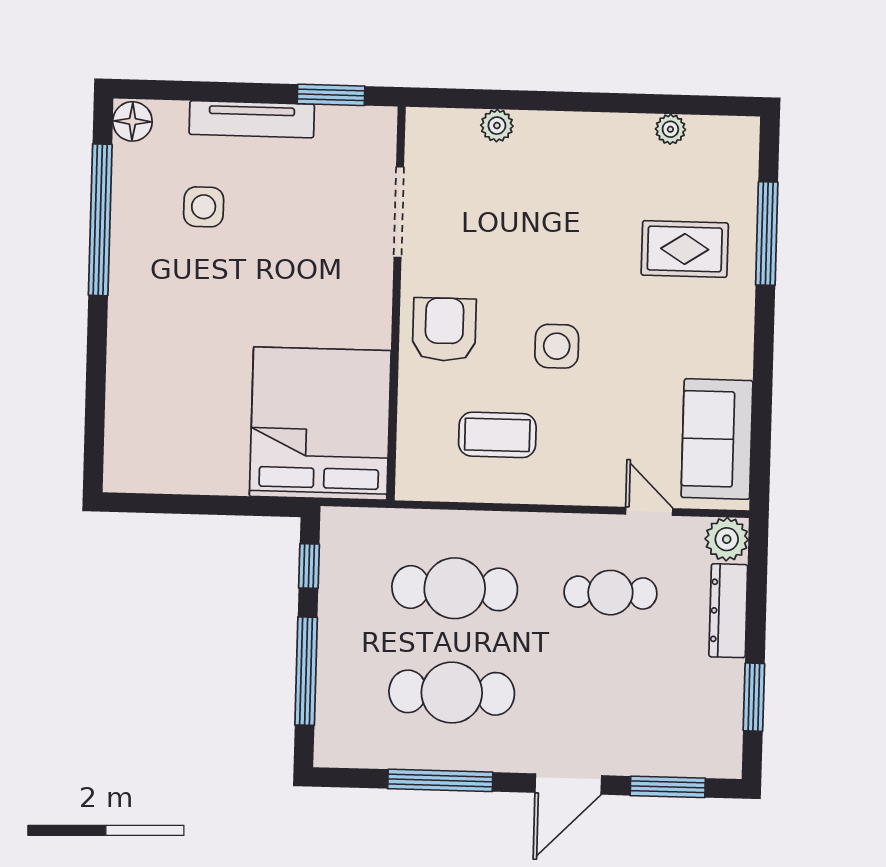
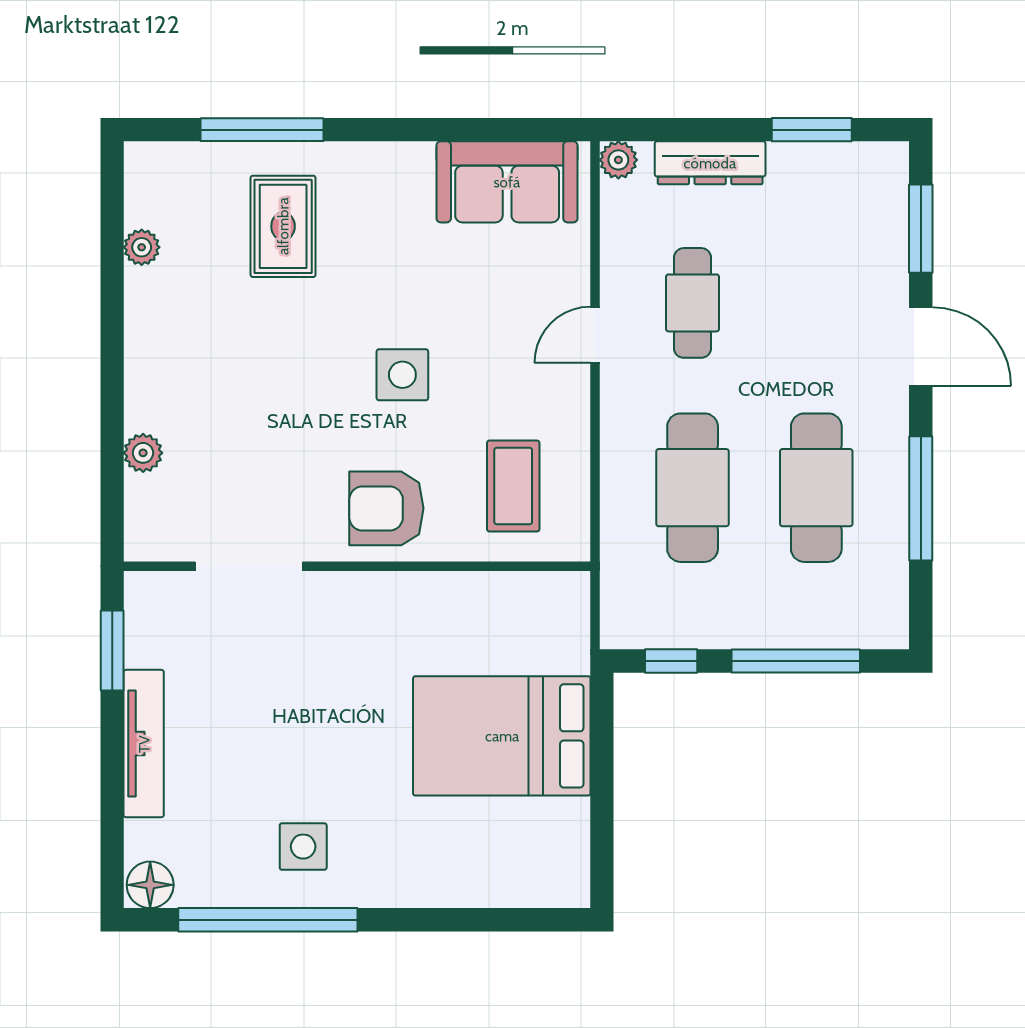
side table: (204, 207) -> (303, 847), moved
bed: (320, 423) -> (502, 736), moved, width x0.73
coffee table: (497, 435) -> (513, 486), moved
door: (649, 511) -> (595, 335), moved
plant: (727, 539) -> (618, 160), width x0.73, depth x0.73

